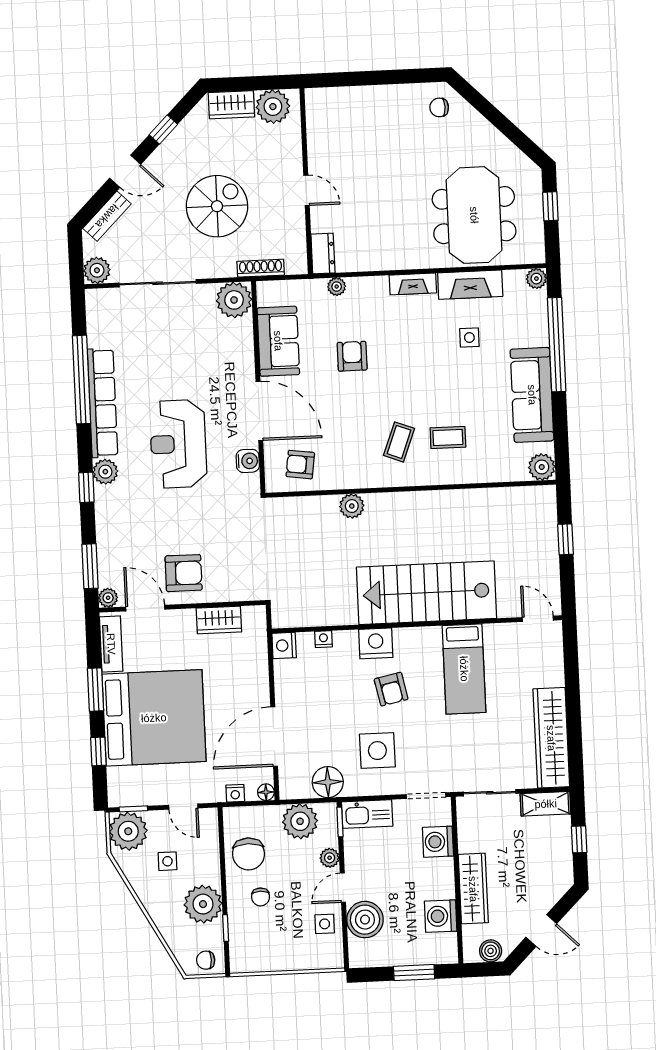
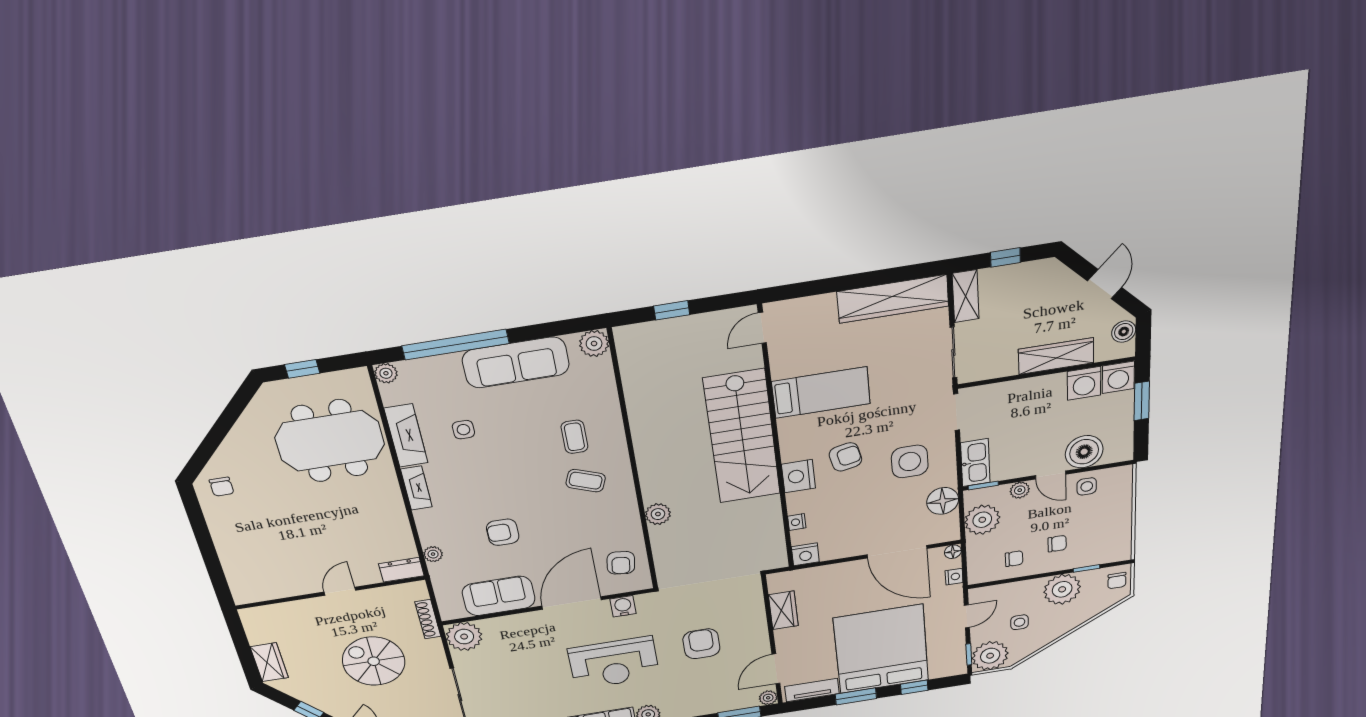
plant: (273, 107) -> (262, 629), removed
armchair: (184, 573) -> (701, 644), moved
washing machine: (438, 842) -> (1118, 377), moved
chair: (249, 854) -> (1014, 559), width x0.54, depth x0.54

